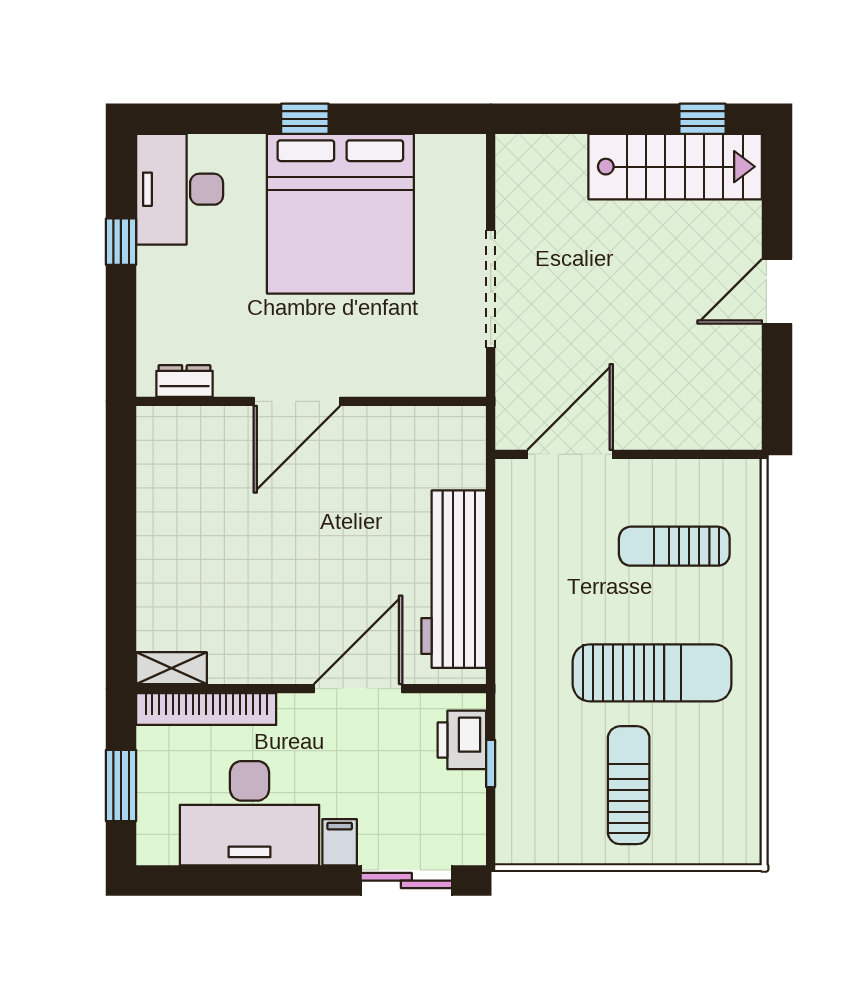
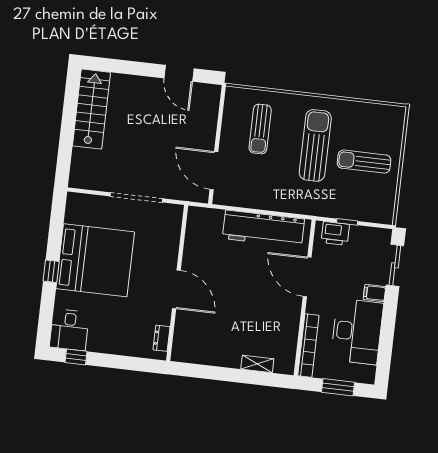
window: (702, 119) -> (72, 95), removed
desk: (180, 189) -> (69, 330), width x0.73
window: (121, 242) -> (76, 357), moved
door: (777, 291) -> (179, 73), moved
shelving: (171, 668) -> (257, 364), moved, turned 90

